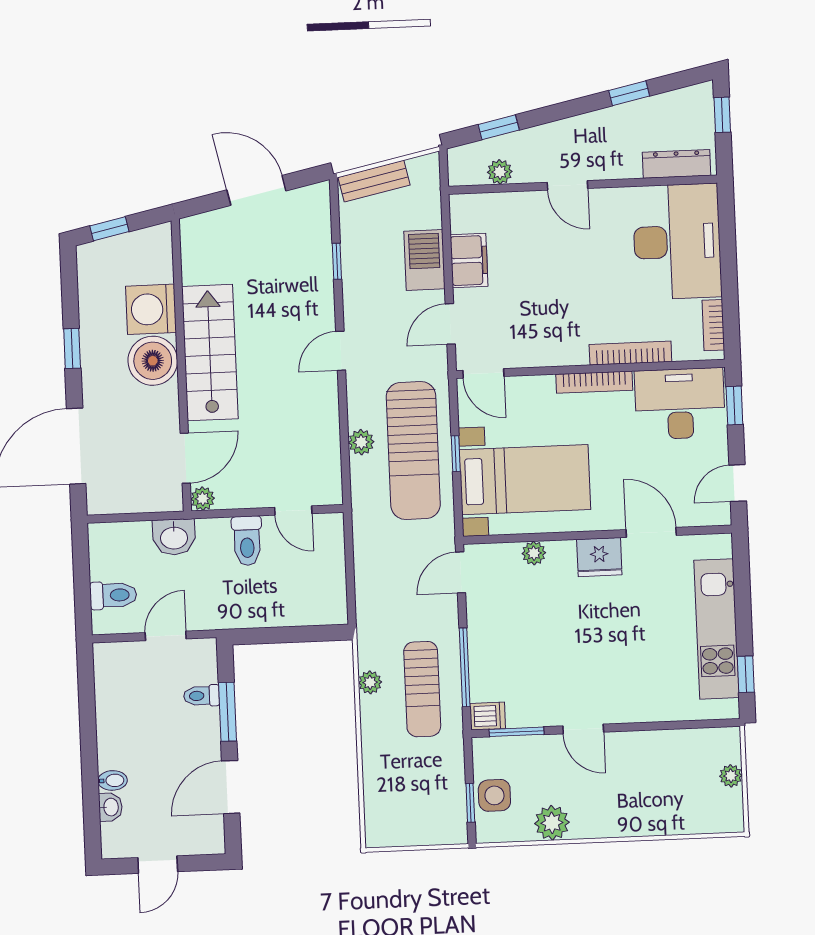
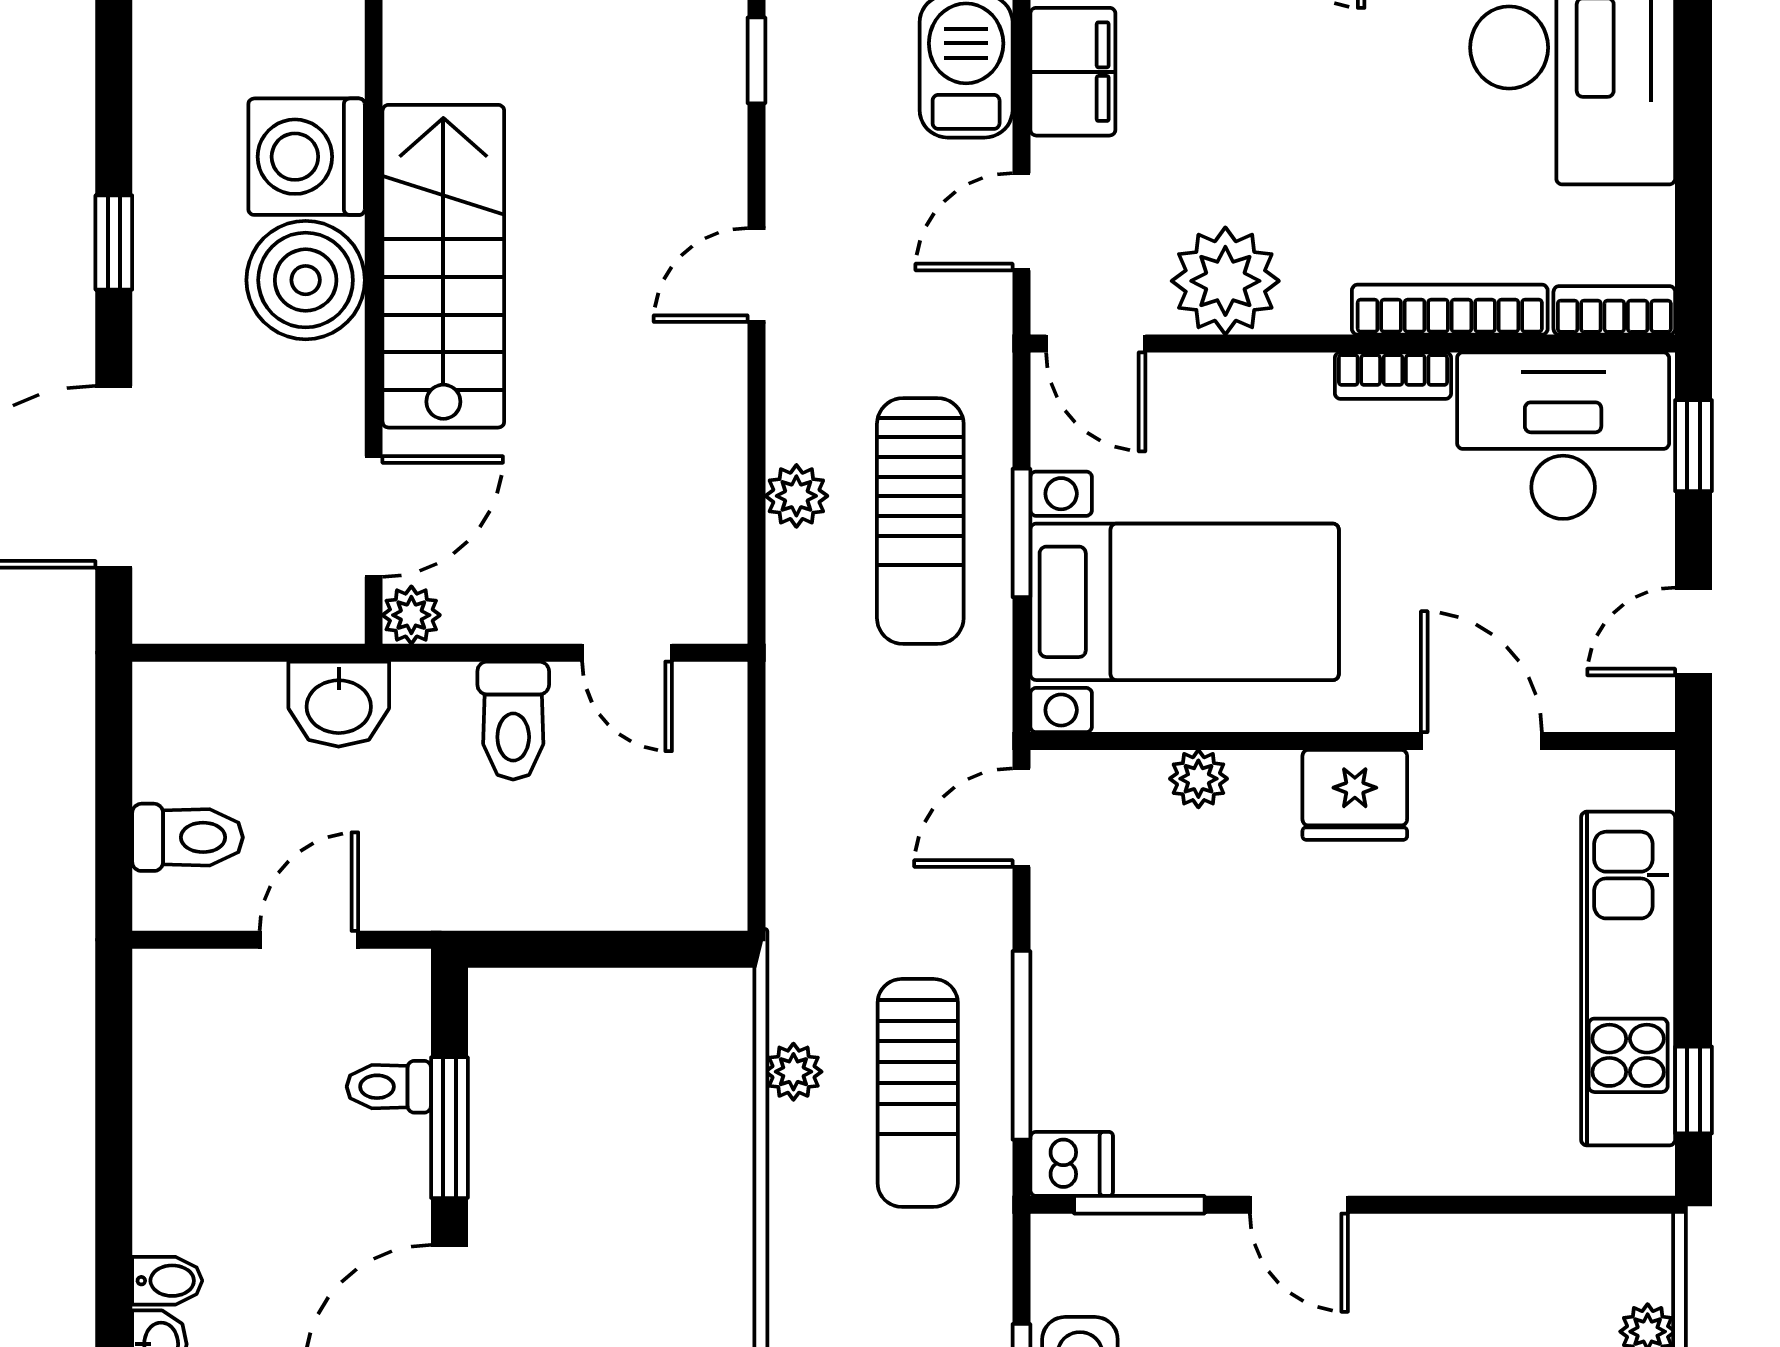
bookcase: (713, 325) -> (1614, 310), moved, turned 90
plant: (536, 345) -> (1225, 281), added
bookcase: (594, 382) -> (1393, 376), width x0.64
sun lounger: (413, 450) -> (920, 521), width x0.73, depth x0.75
window: (456, 454) -> (1021, 533), width x1.50

